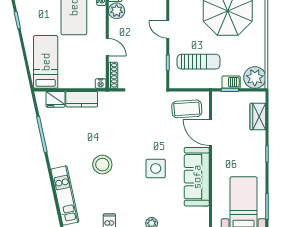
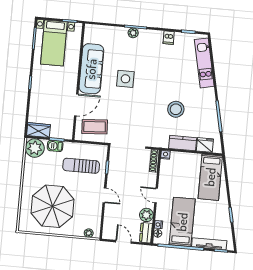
door: (107, 47) -> (156, 196), moved
wardrobe: (258, 117) -> (38, 130), moved, turned -90
door: (211, 133) -> (76, 105), hinge flipped
stool: (102, 165) -> (176, 109), moved

